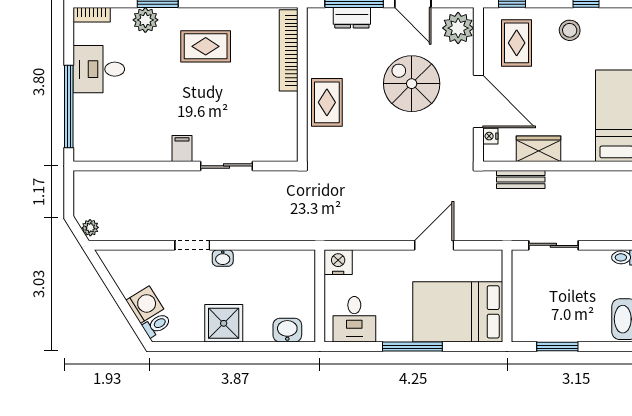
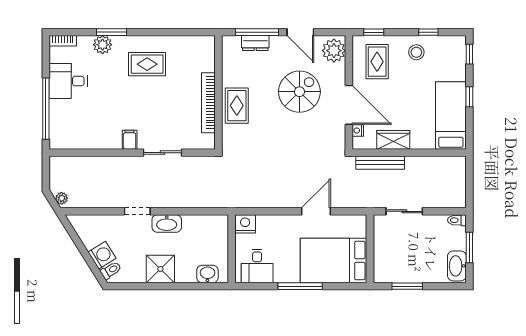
bookcase: (289, 50) -> (208, 103), moved
spiral stairs: (412, 84) -> (299, 92), turned 90
bench: (521, 180) -> (380, 163), width x1.36
washbasin: (223, 258) -> (167, 223), width x1.91, depth x1.45

